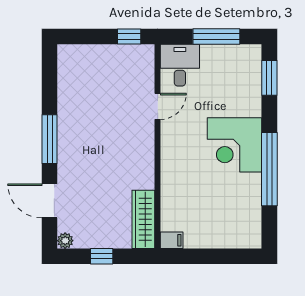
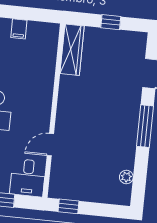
filing cabinet: (172, 240) -> (19, 29), moved, turned -90
plant: (65, 241) -> (126, 177), moved

